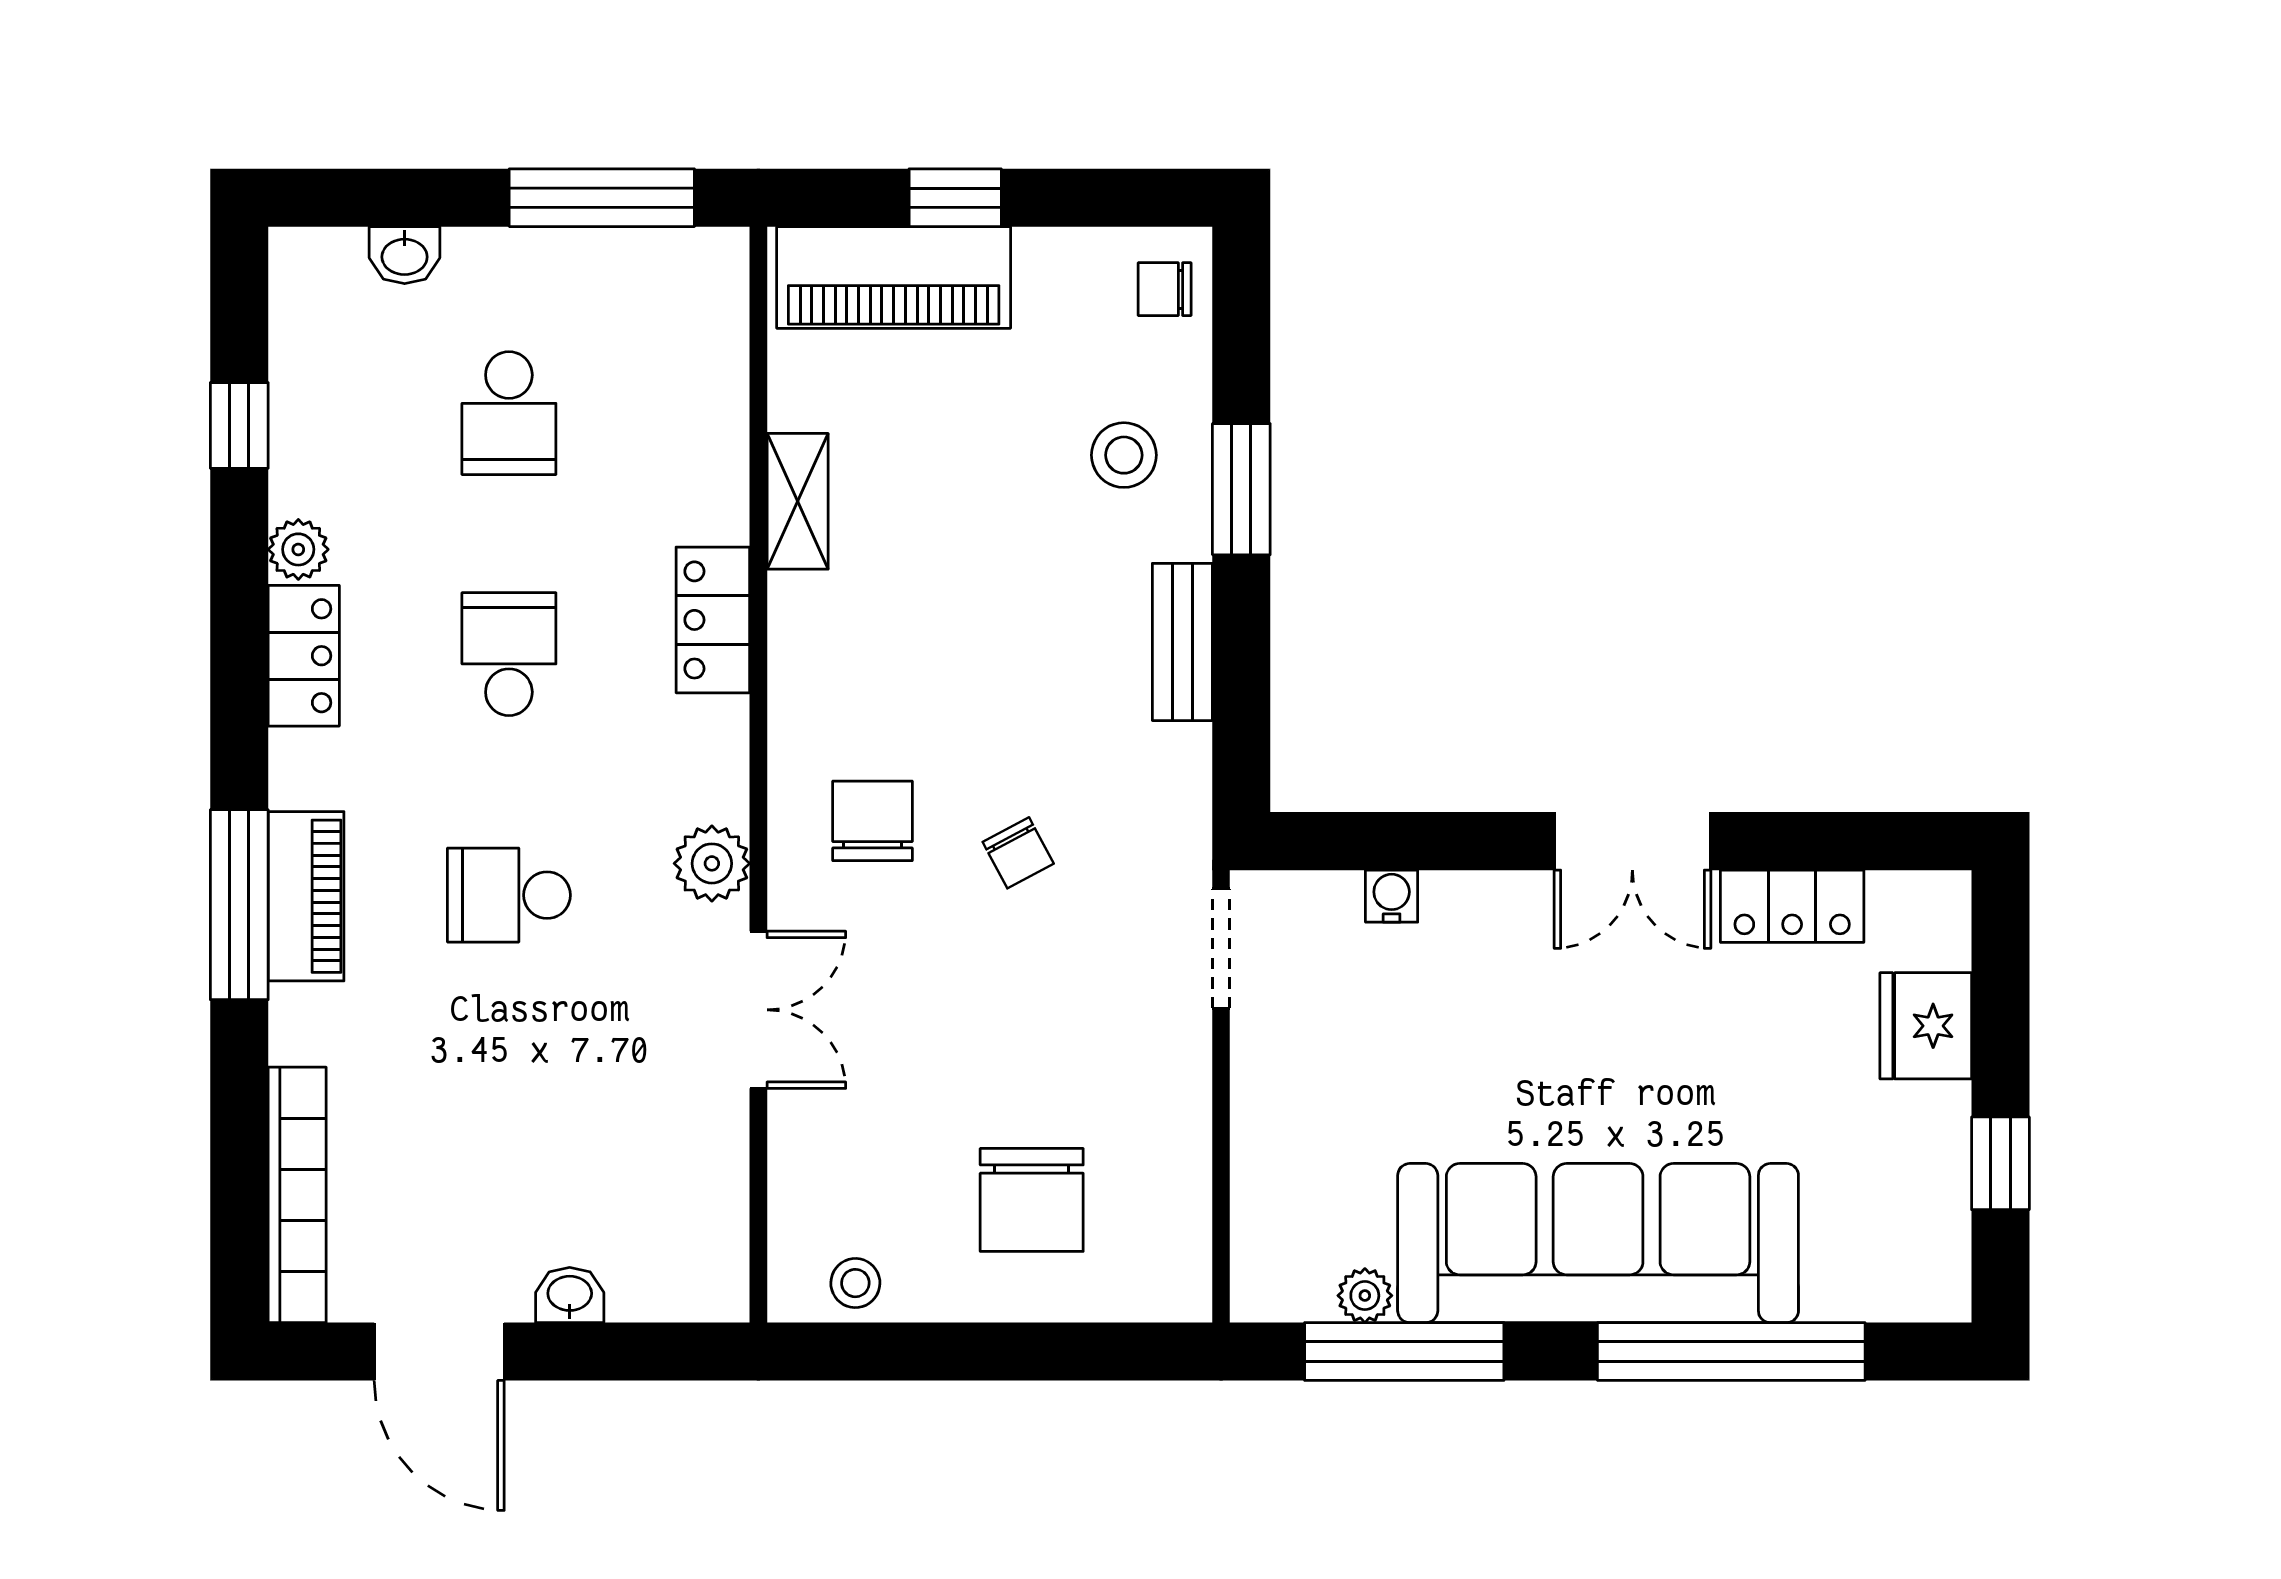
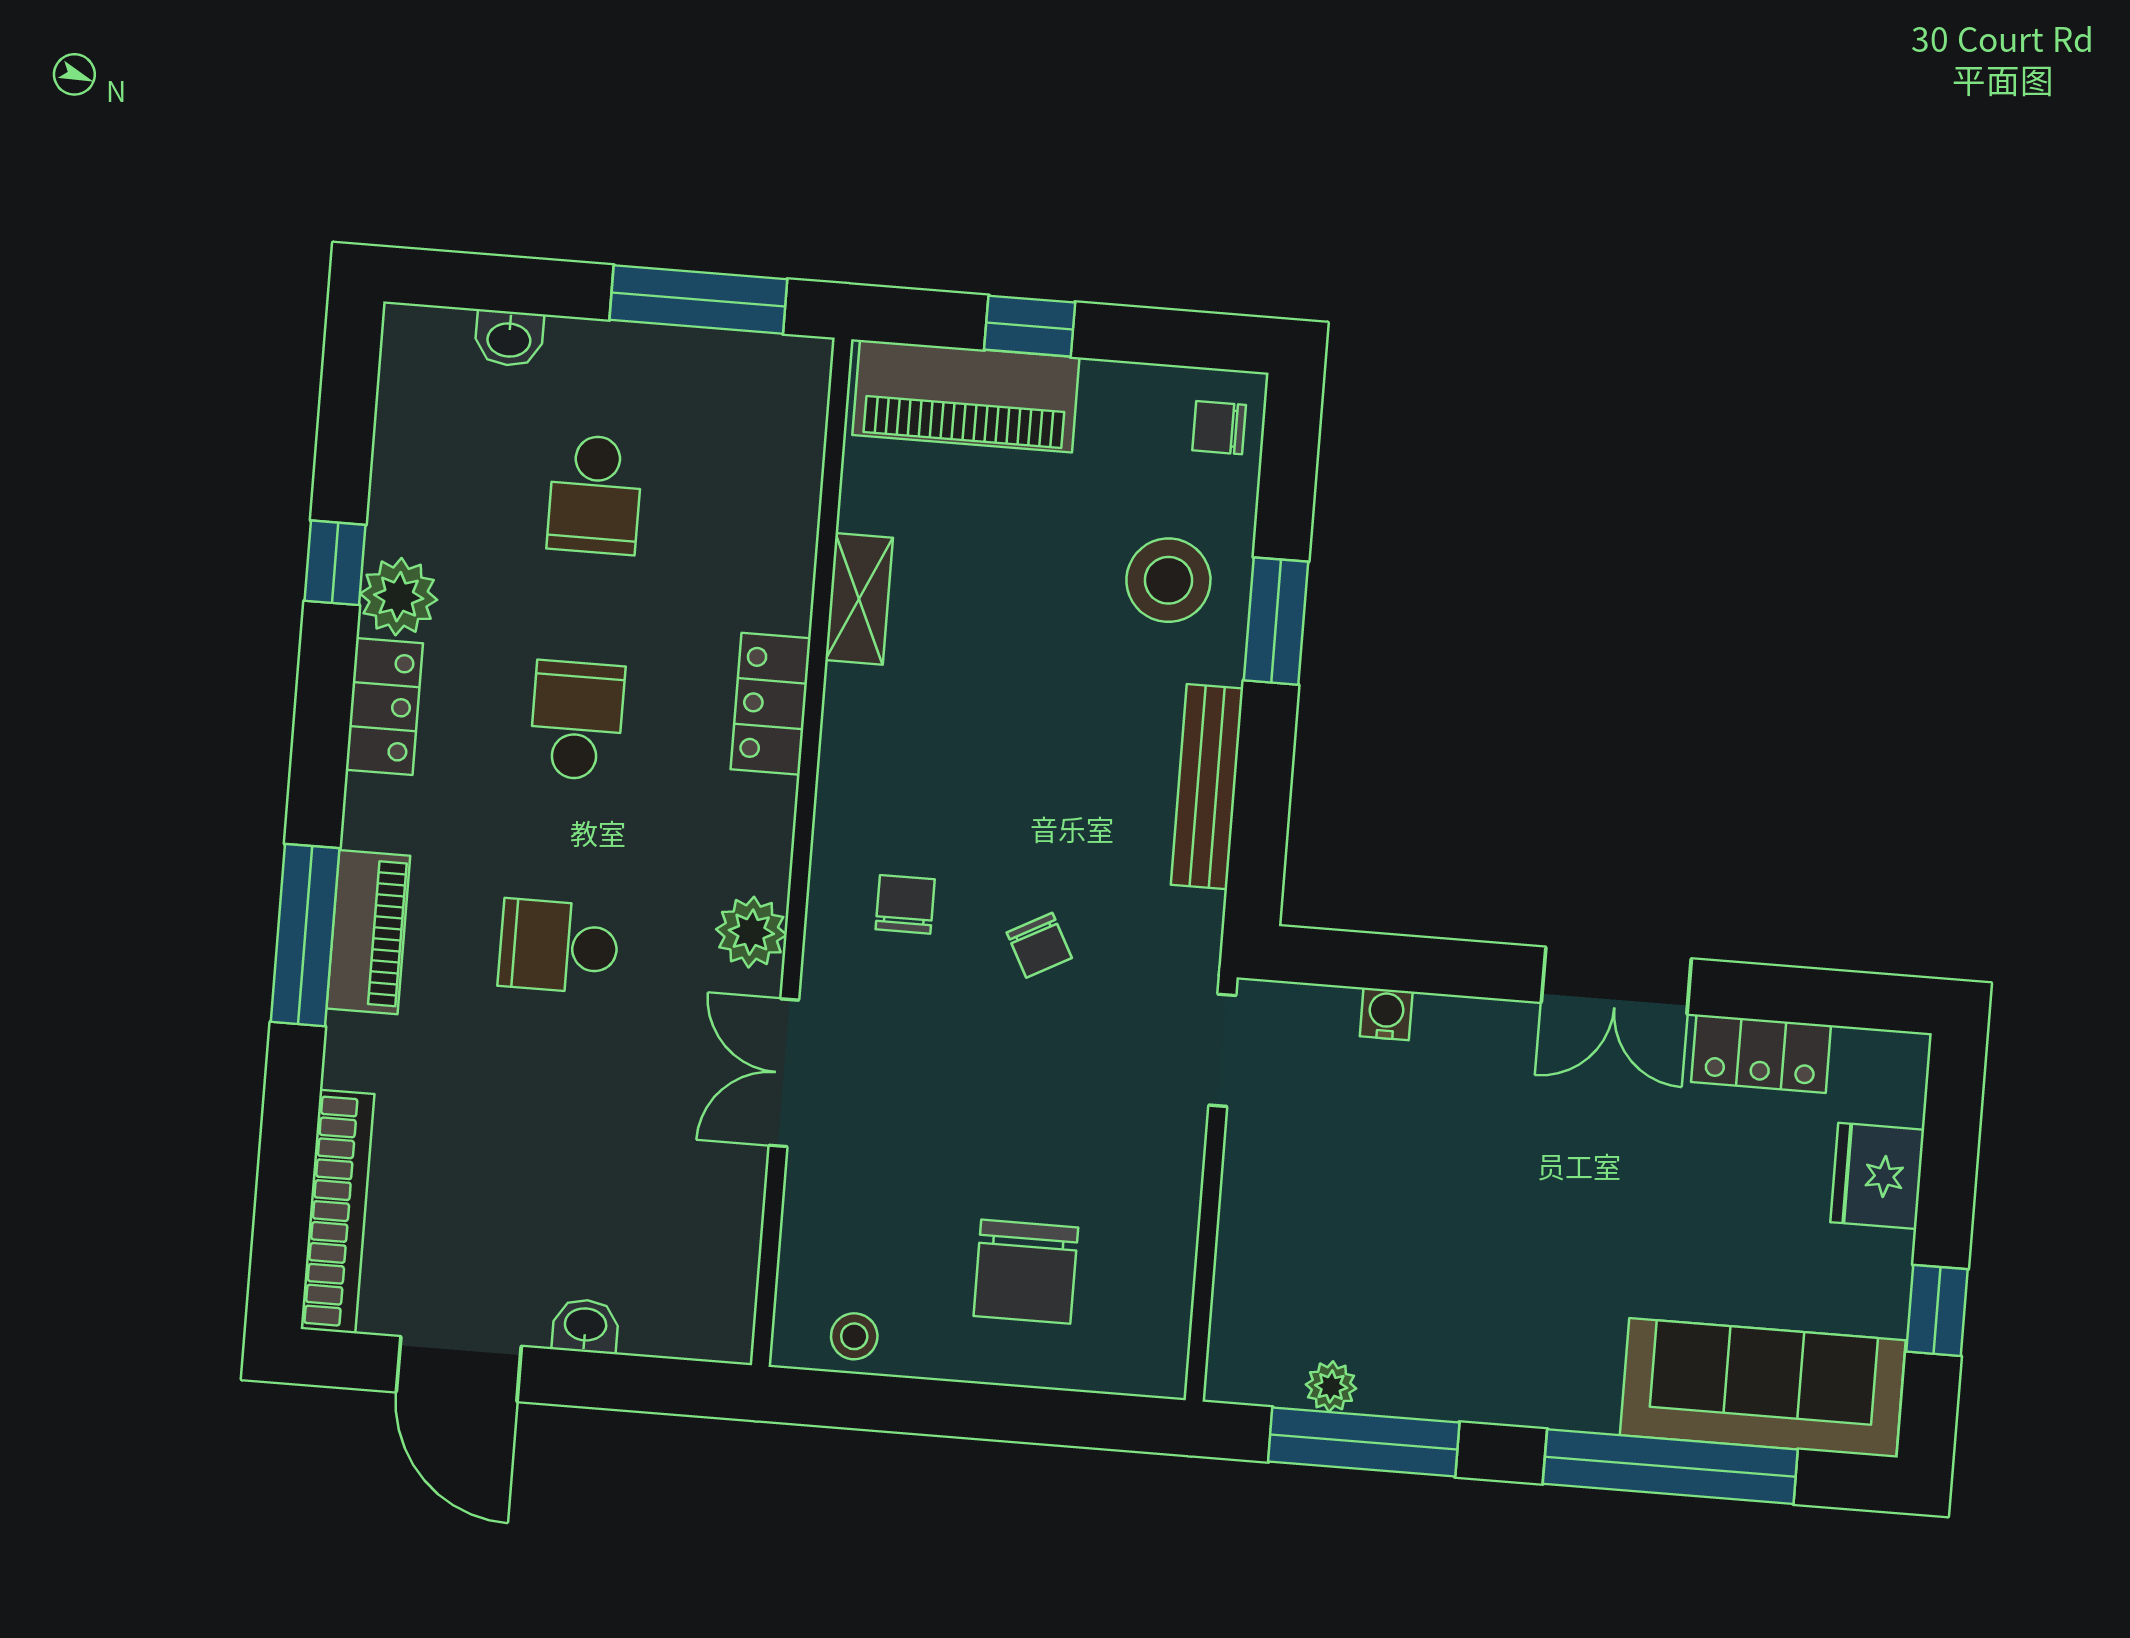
window: (239, 425) -> (335, 563), moved
stool: (1124, 455) -> (1168, 580), width x1.38, depth x1.38
plant: (298, 549) -> (399, 597), width x1.38, depth x1.38
bench: (1182, 642) -> (1207, 787), width x1.36
chair: (872, 821) -> (905, 904), width x0.73, depth x0.73
double door: (758, 1010) -> (784, 1073), swing flipped
sofa: (1598, 1243) -> (1763, 1388), moved, width x0.74, depth x0.79

